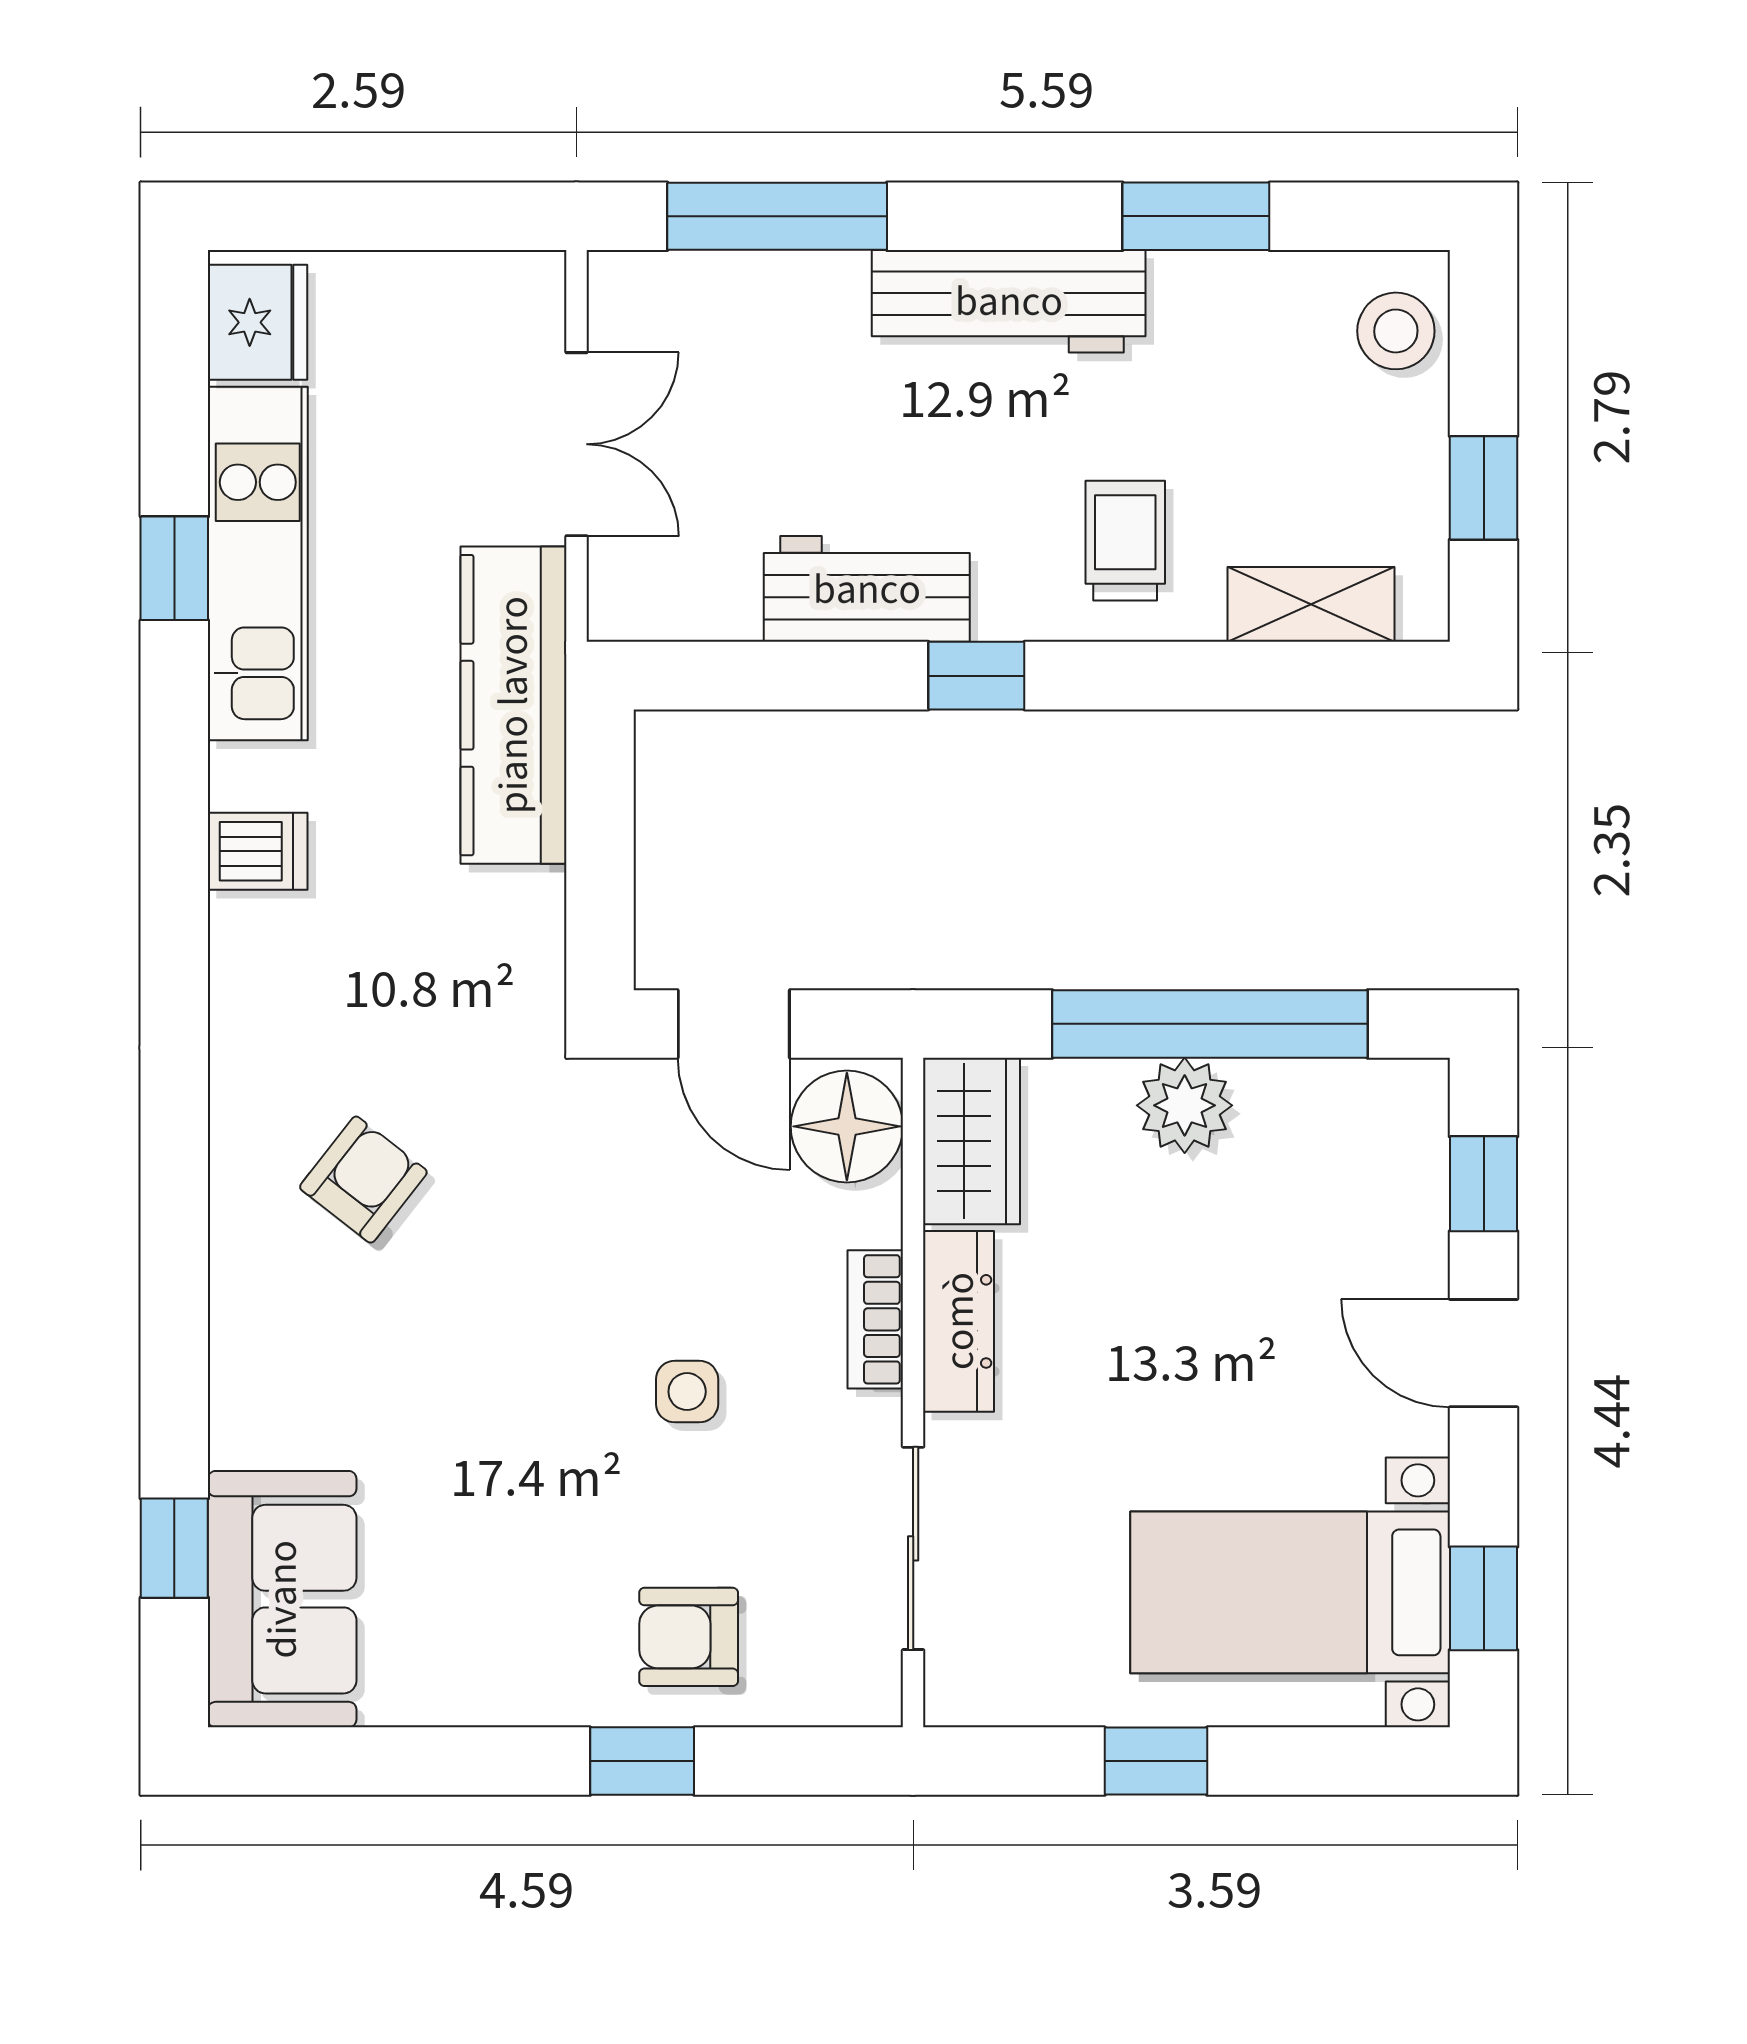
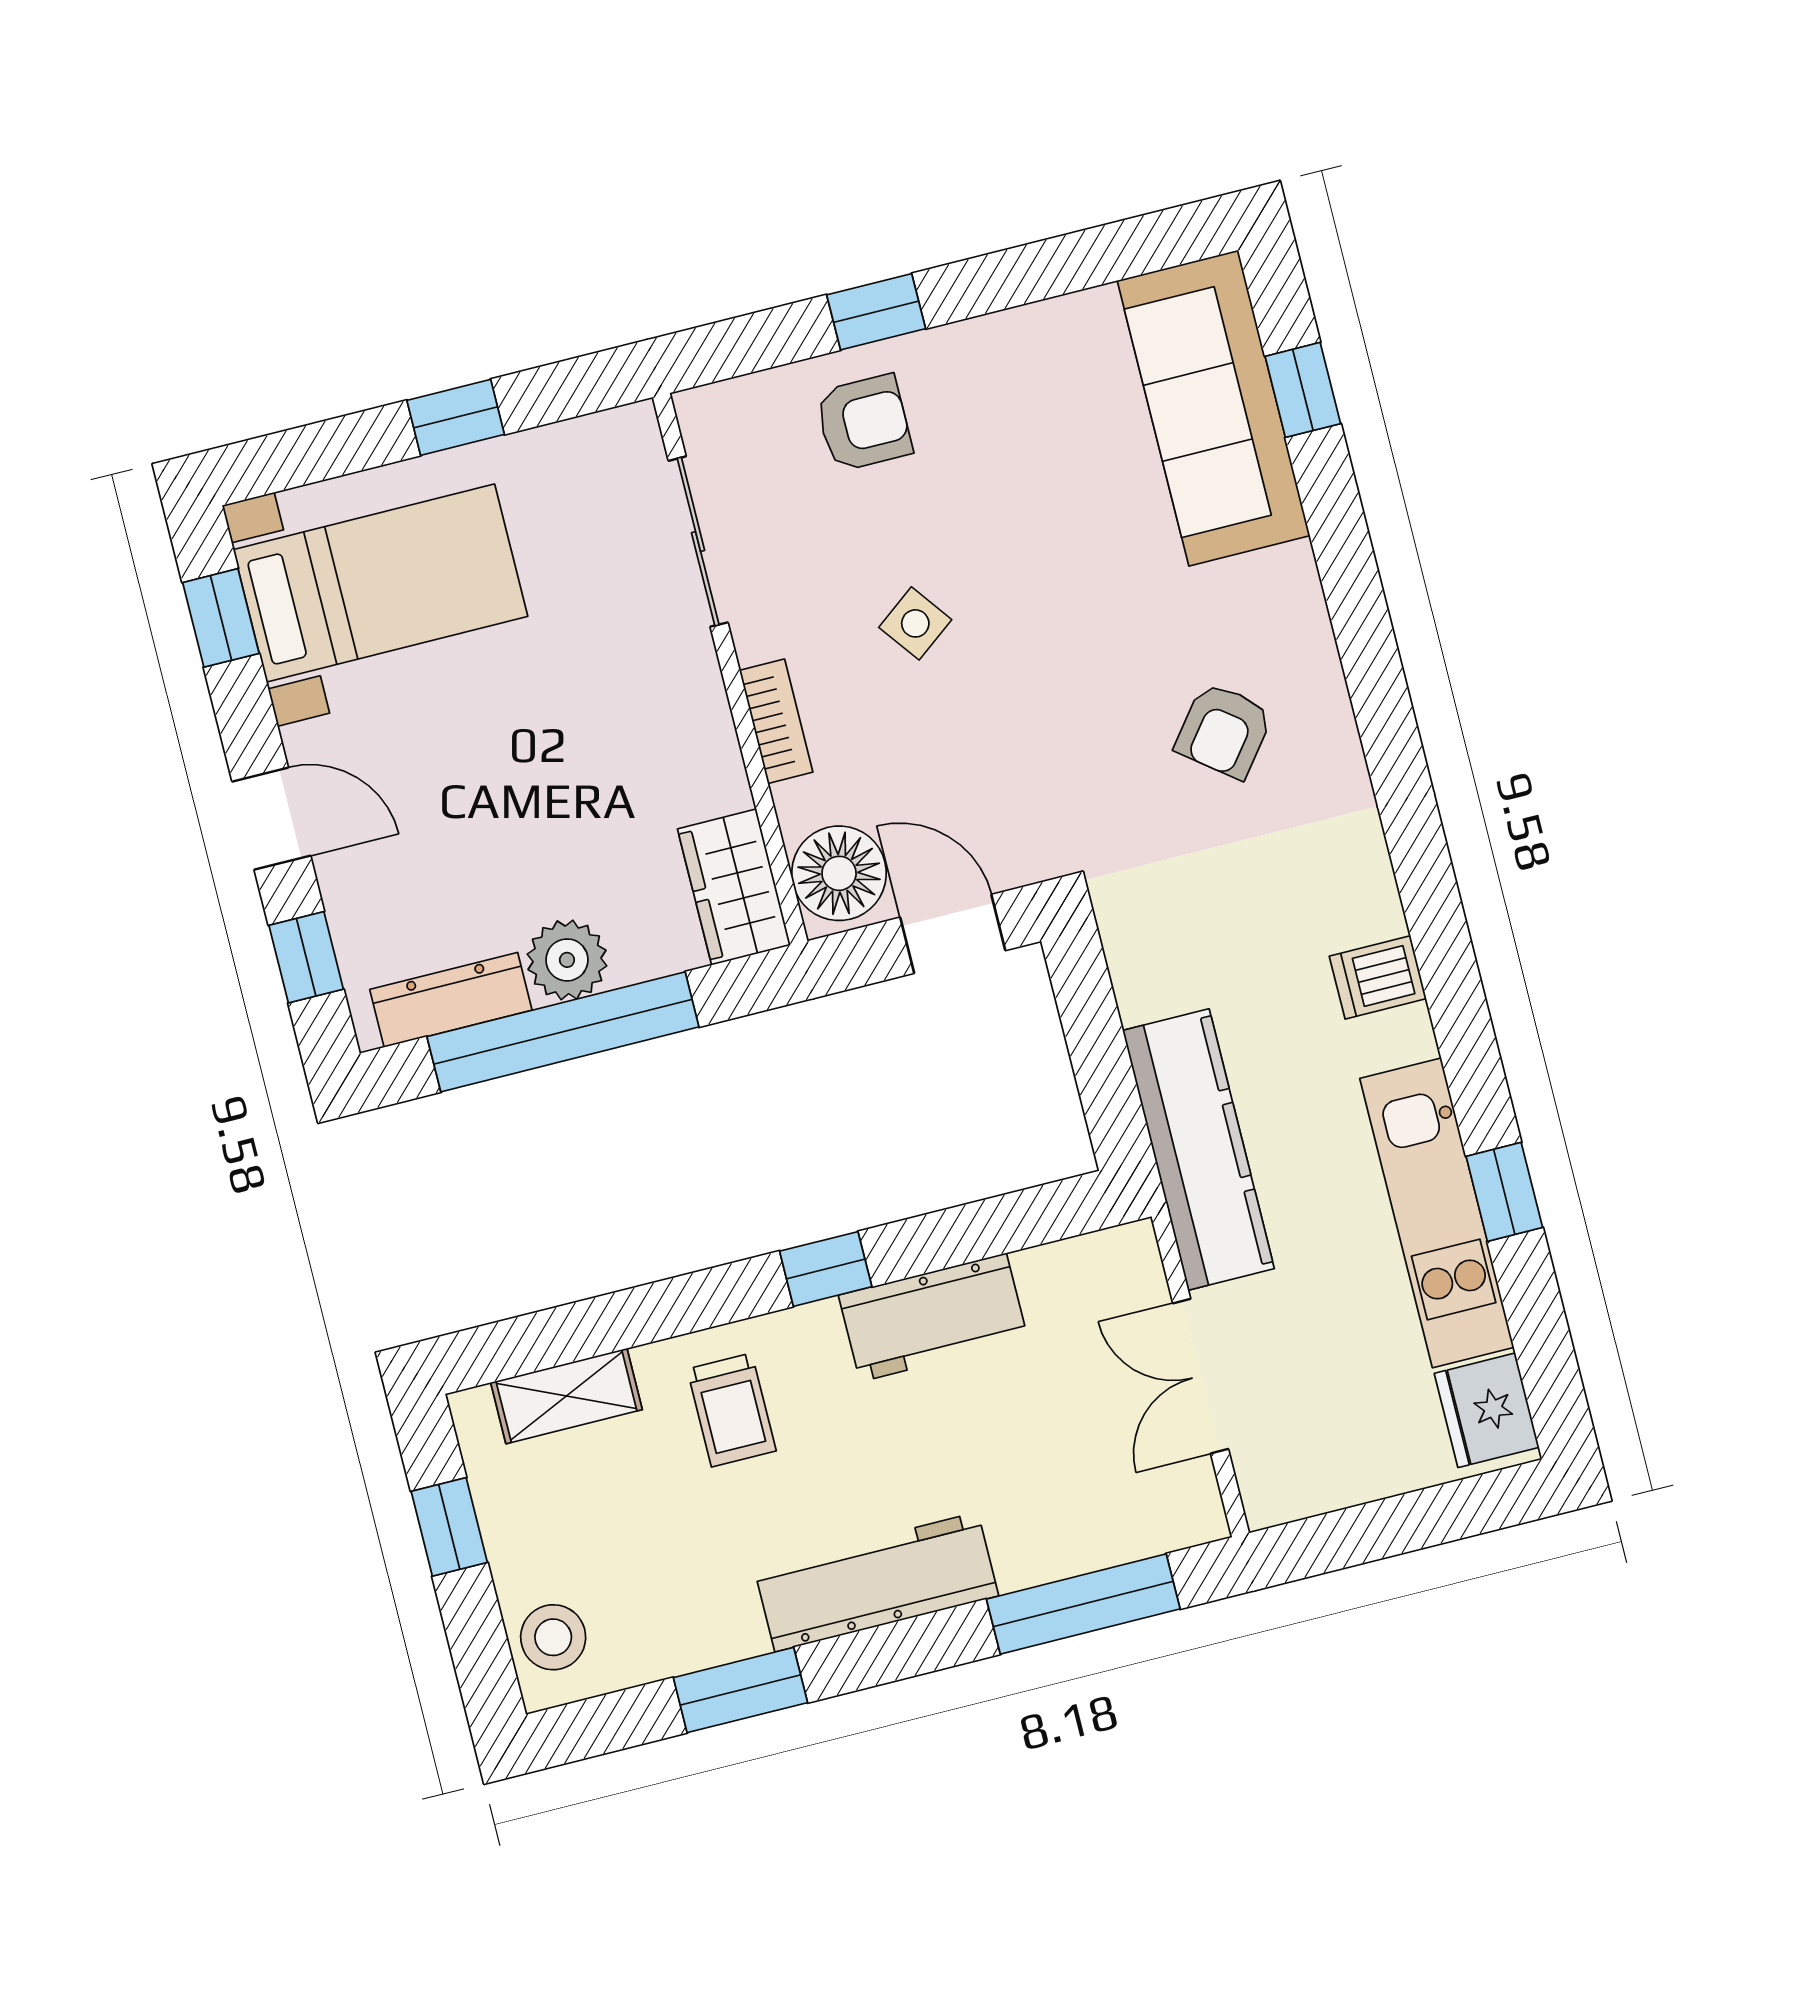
dresser: (959, 1321) -> (451, 1000), moved, turned 90
side table: (687, 1392) -> (915, 623), turned -37
sofa: (282, 1599) -> (1214, 408), width x1.36

